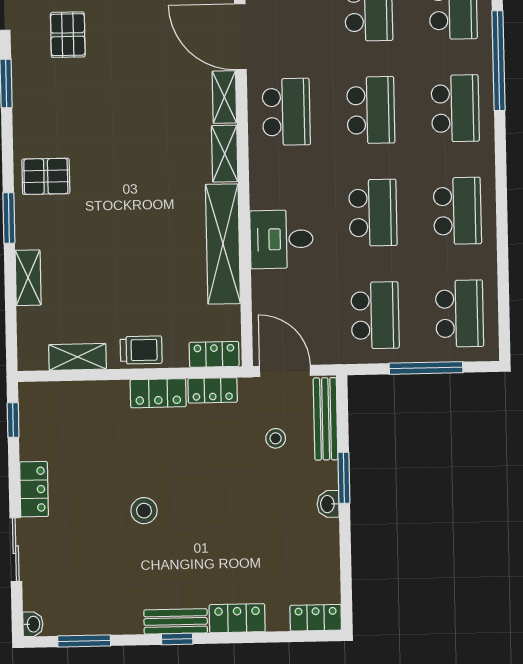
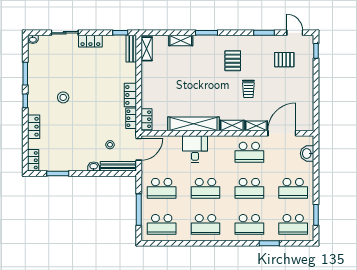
window: (499, 61) -> (269, 243), width x0.47
pallet: (46, 176) -> (233, 61), moved
trolley: (141, 350) -> (248, 89), moved
shelving: (78, 357) -> (147, 49), moved
window: (344, 478) -> (58, 174), moved
washbasin: (328, 504) -> (94, 167), moved
stool: (144, 511) -> (63, 97), moved
bench: (176, 621) -> (131, 49), moved
window: (84, 641) -> (25, 74), moved

